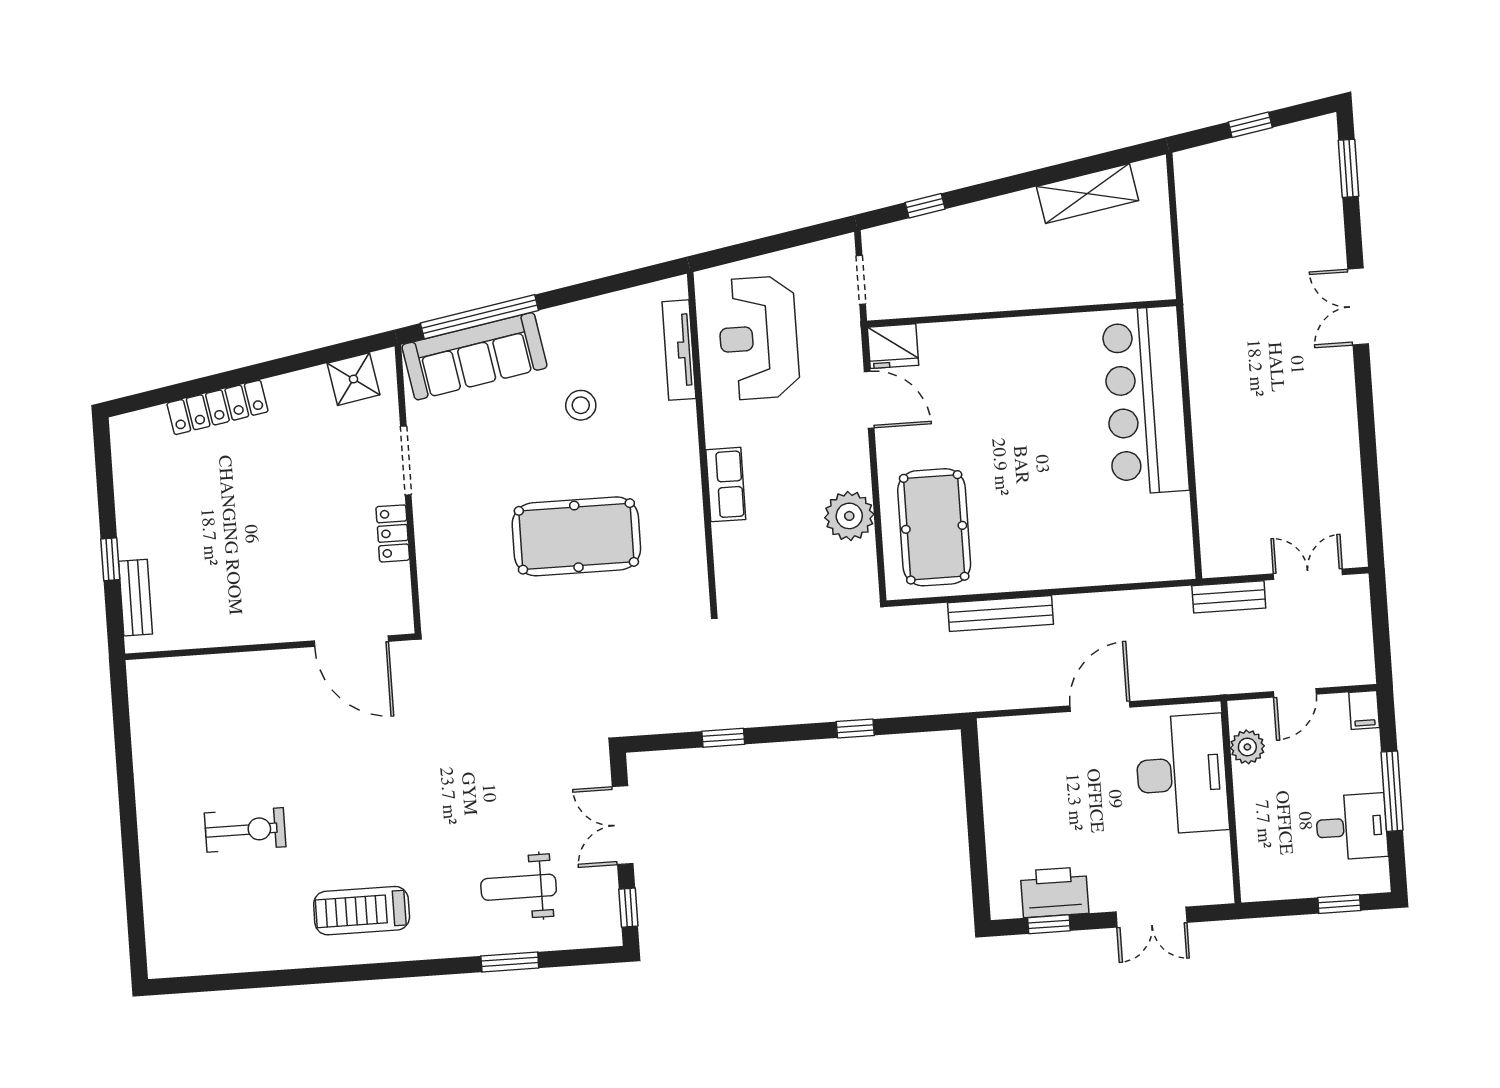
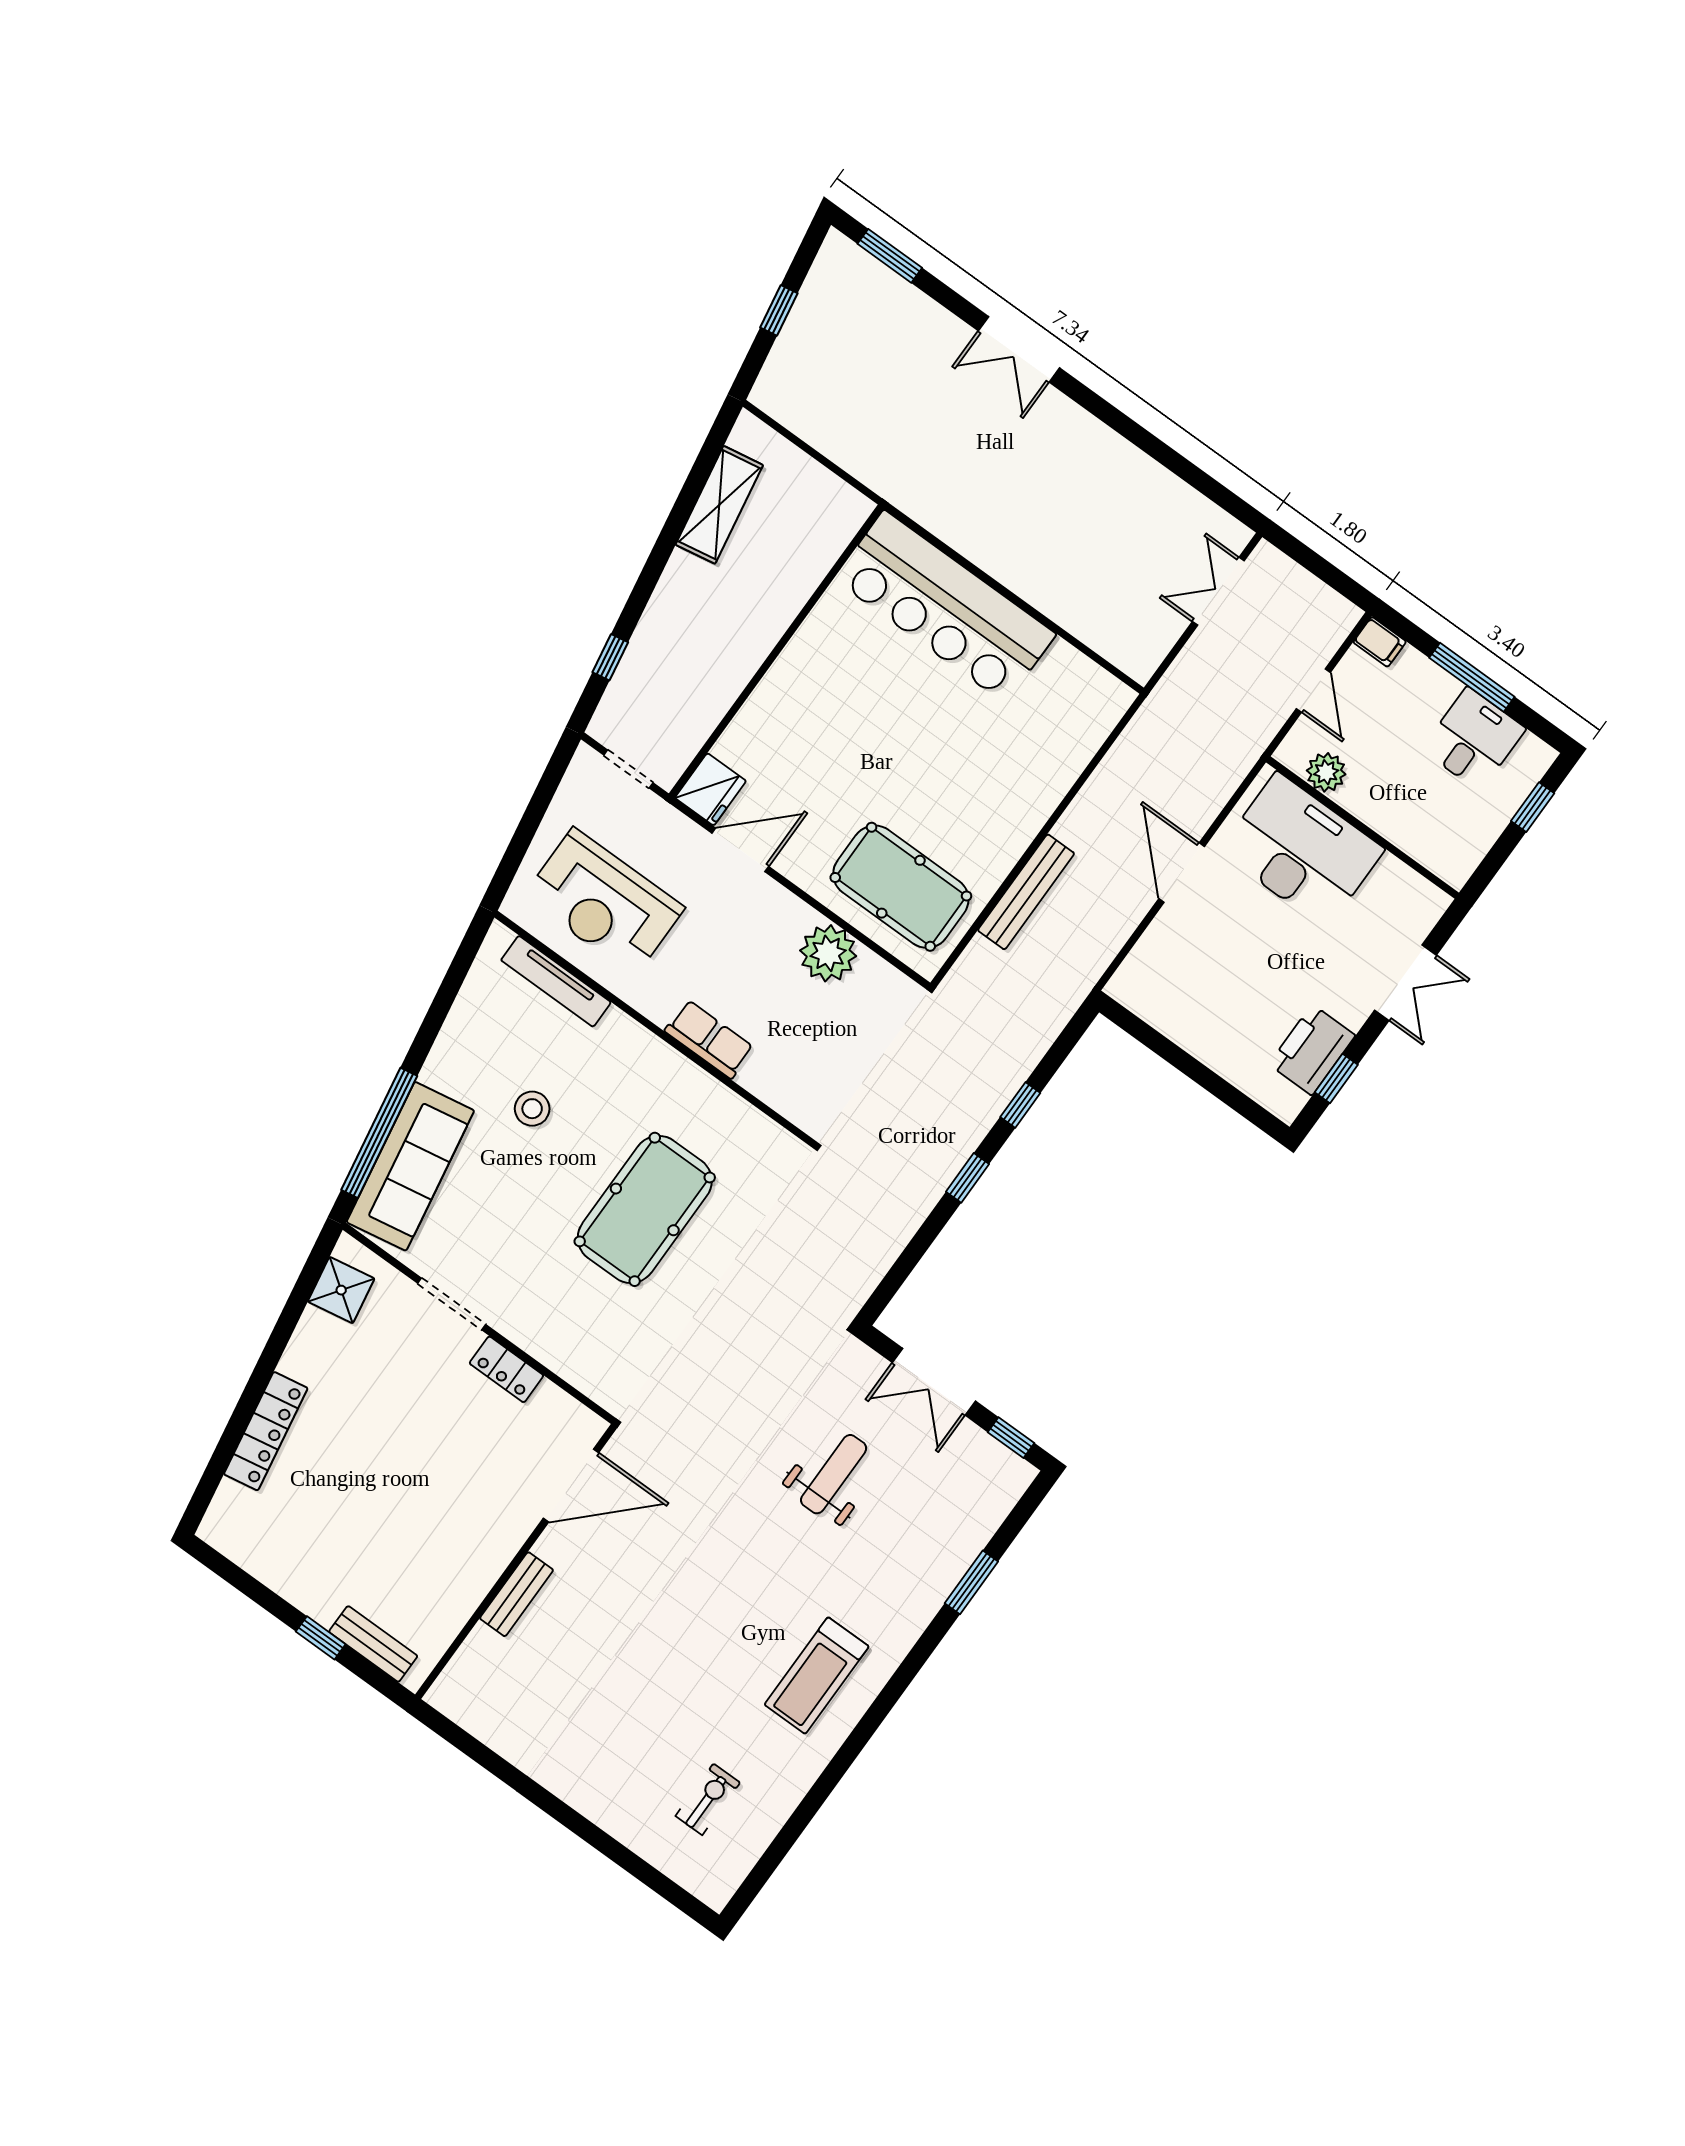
bench: (1229, 597) -> (517, 1594), moved
window: (723, 738) -> (968, 1178), moved
exercise bike: (245, 830) -> (708, 1799), moved, width x0.73, depth x0.72
weight bench: (519, 887) -> (834, 1474), moved, turned 180

